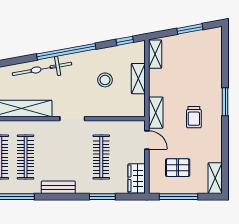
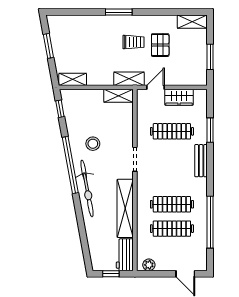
shelving: (138, 79) -> (118, 96), moved
stool: (105, 80) -> (93, 144), moved
pallet: (178, 168) -> (160, 45), moved
wardrobe: (137, 178) -> (179, 97), moved
bench: (58, 187) -> (201, 161), moved
window: (178, 197) -> (210, 57), width x0.69

